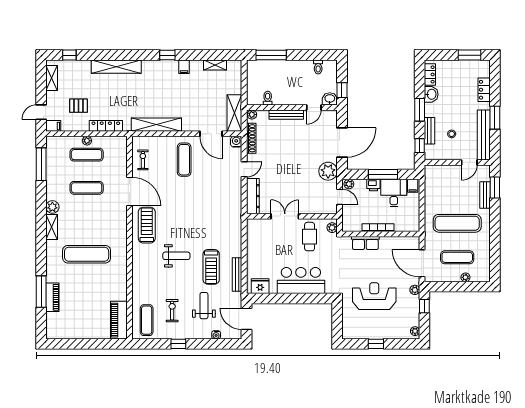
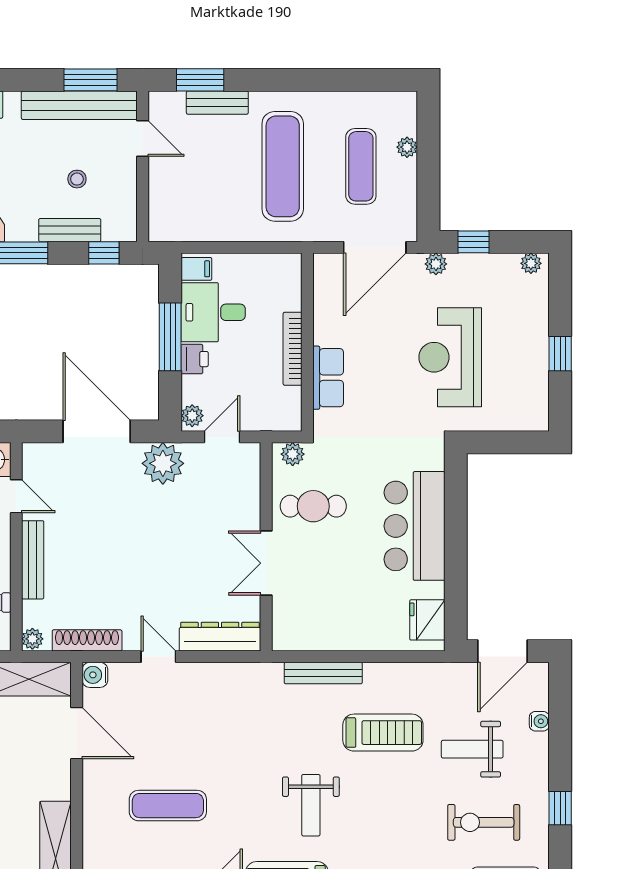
window: (495, 118) -> (90, 80), moved
door: (211, 134) -> (77, 733), hinge flipped
exercise mat: (184, 160) -> (168, 806), moved
weight bench: (176, 256) -> (311, 805), moved, turned 180
bench: (237, 274) -> (323, 673), moved
exercise bike: (172, 311) -> (484, 822), width x1.38, depth x1.39

